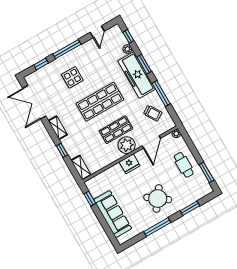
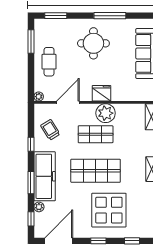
door: (97, 32) -> (59, 241), width x1.87
window: (67, 49) -> (98, 241), width x0.46
display table: (72, 77) -> (109, 210), width x1.86, depth x1.86
window: (161, 93) -> (31, 144), width x0.46
plant: (127, 145) -> (106, 113), moved
round table: (158, 199) -> (93, 43), turned -36
window: (190, 208) -> (56, 16), moved

